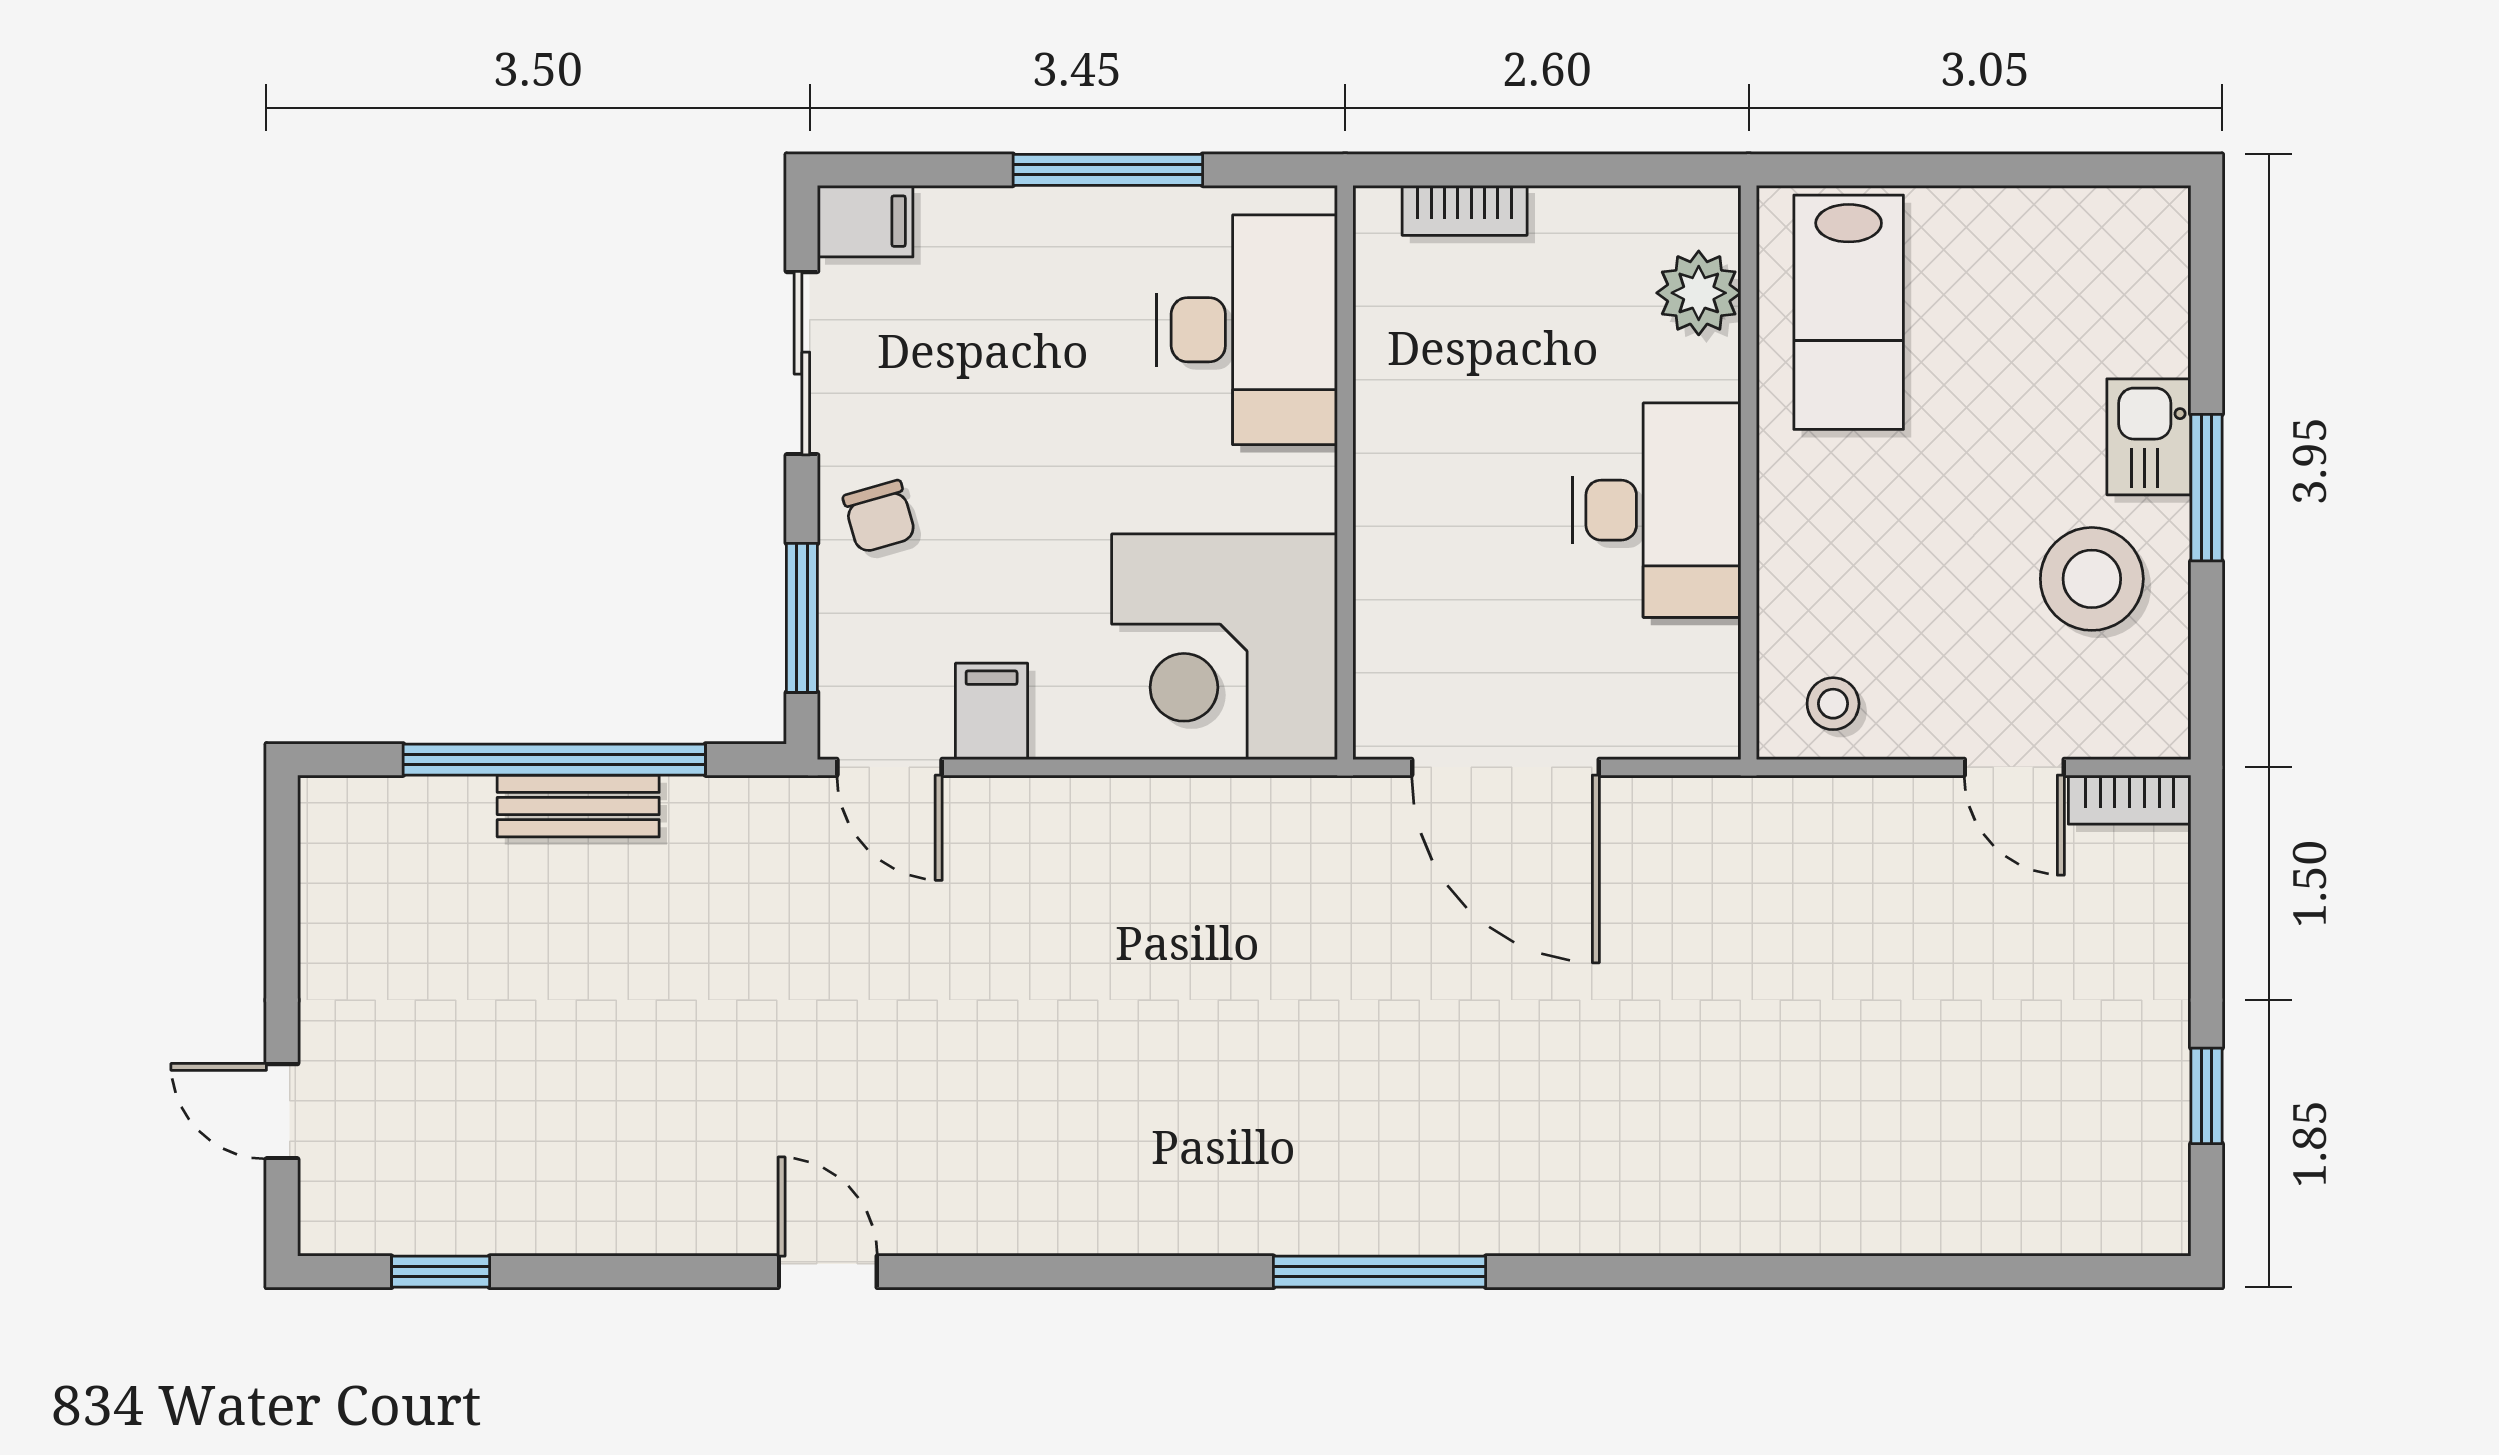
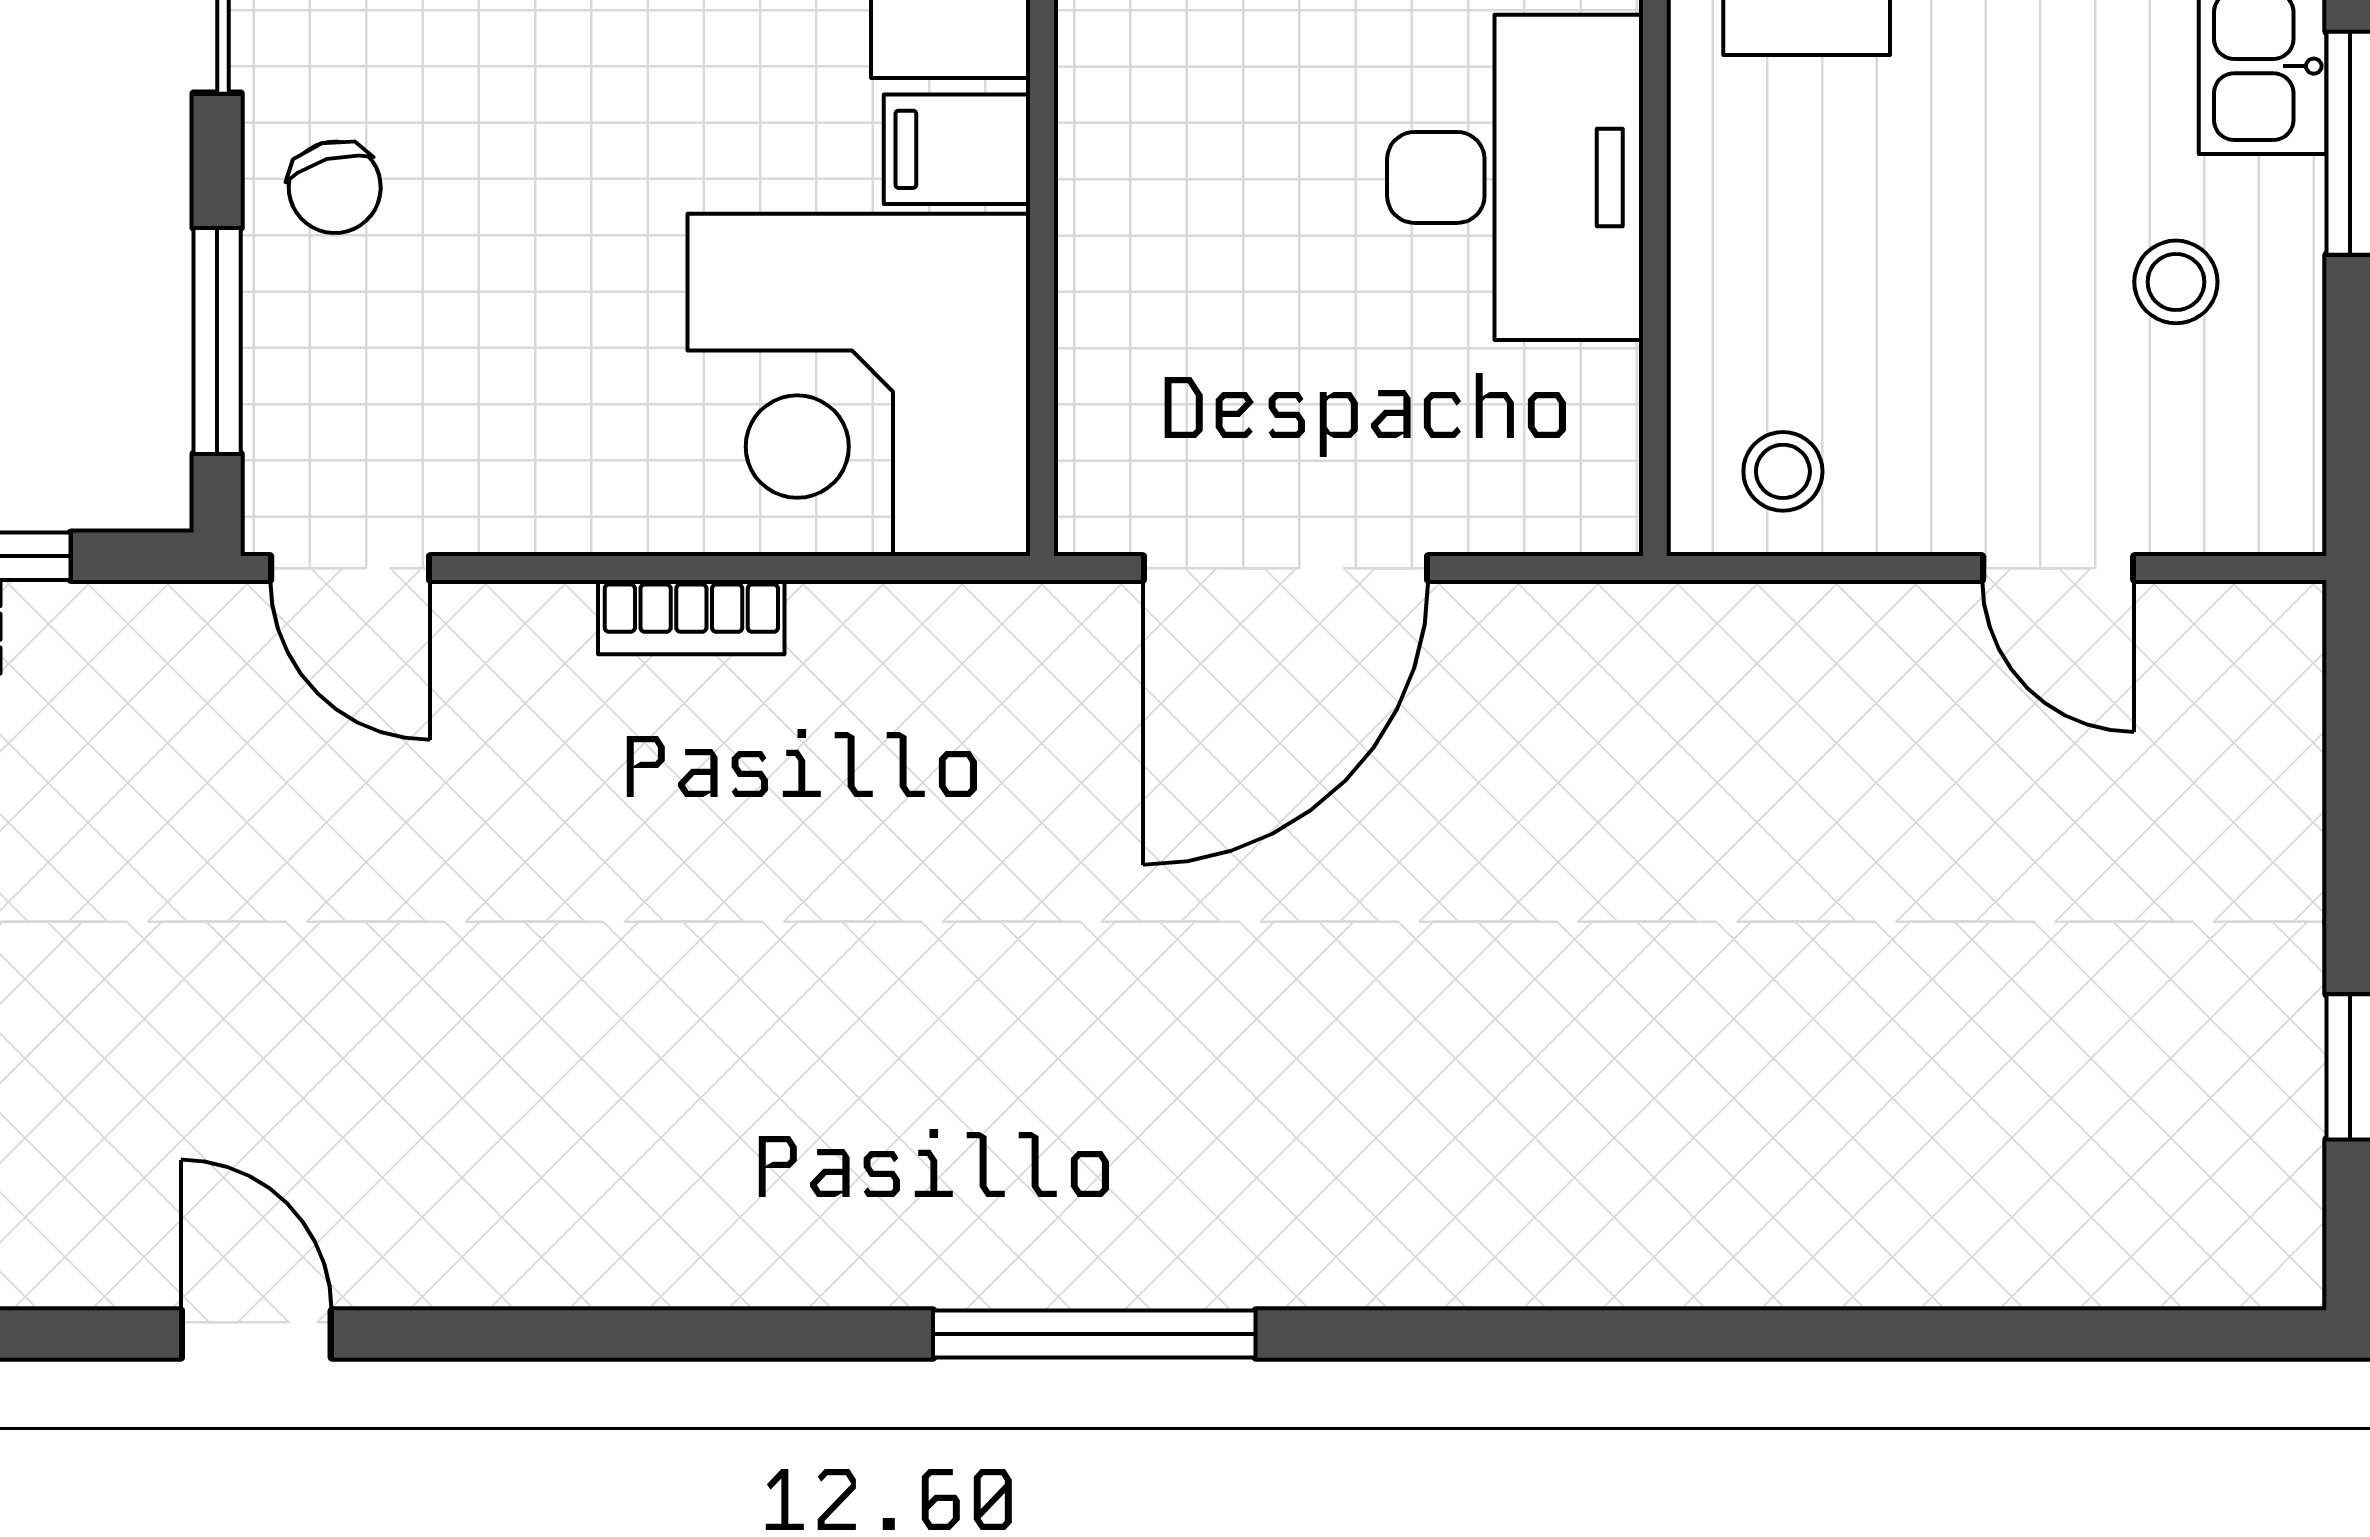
stool: (2092, 579) -> (2176, 282), width x0.53, depth x0.53
filing cabinet: (992, 711) -> (957, 149), moved, turned -90
door: (1505, 767) -> (1286, 568), hinge flipped
bookcase: (2130, 800) -> (691, 617), moved

